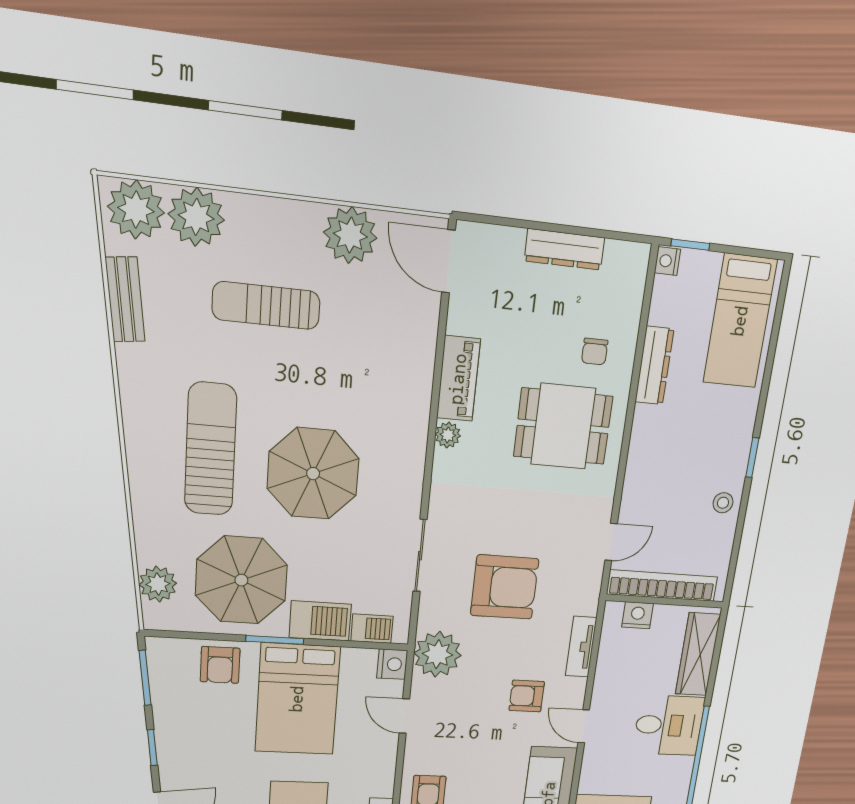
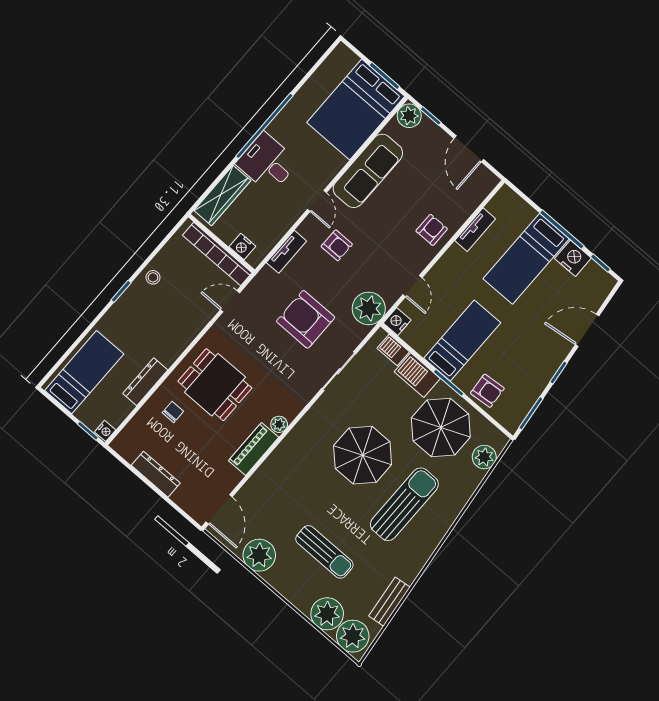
sun lounger: (211, 449) -> (404, 504), turned 180
armchair: (220, 665) -> (487, 391), turned 85
bed: (297, 699) -> (462, 341), width x0.67

